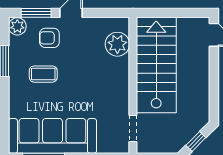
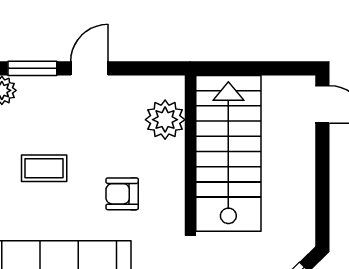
armchair: (49, 38) -> (122, 194), moved

